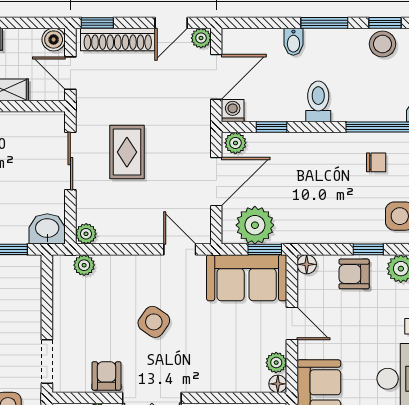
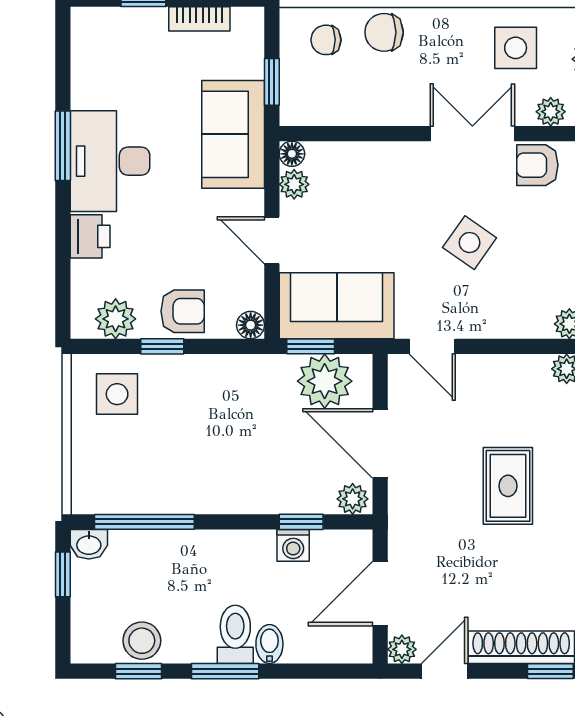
toilet: (318, 101) -> (235, 634), moved, turned 180
washing machine: (233, 111) -> (293, 545), moved
chair: (376, 162) -> (151, 471), removed
door: (216, 182) -> (380, 443), hinge flipped
armchair: (106, 376) -> (537, 165), turned 90

